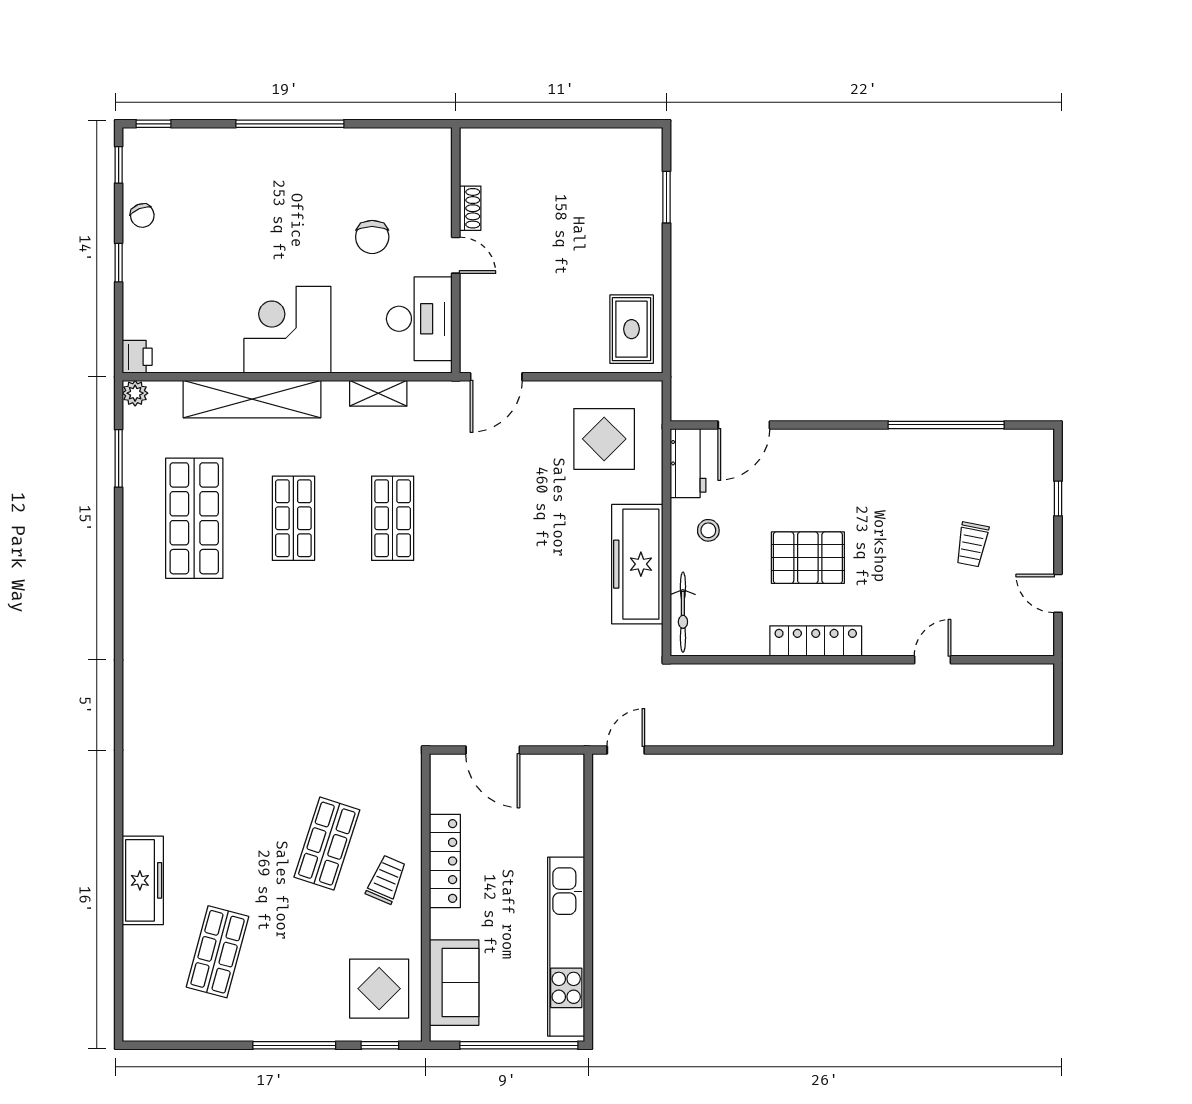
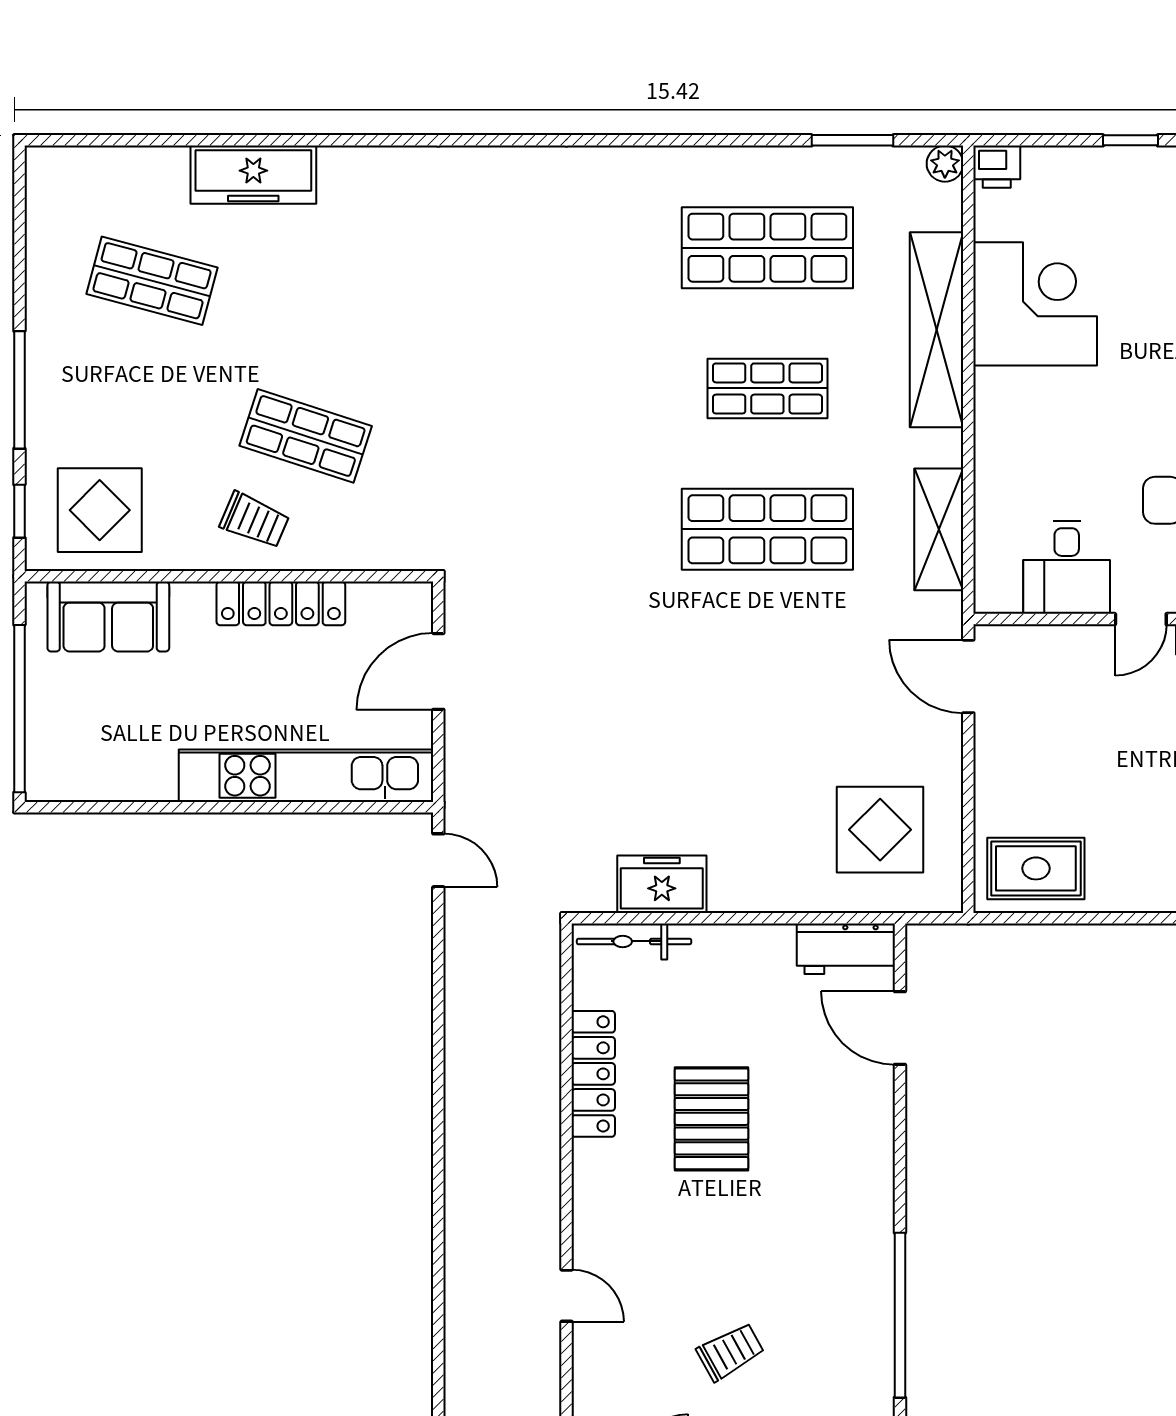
desk: (419, 319) -> (1067, 567), width x0.73
corner desk: (287, 330) -> (1035, 304), moved
shelving: (378, 393) -> (939, 529), width x1.50, depth x1.33
shop shelf: (393, 518) -> (767, 529), width x1.43, depth x1.36
stool: (708, 530) -> (750, 978), removed
trolley: (972, 544) -> (730, 1352), turned 140
freezer: (637, 564) -> (662, 884), width x0.52, depth x0.79
locker: (816, 641) -> (593, 1074), moved
kitchen unit: (566, 947) -> (306, 776), moved

